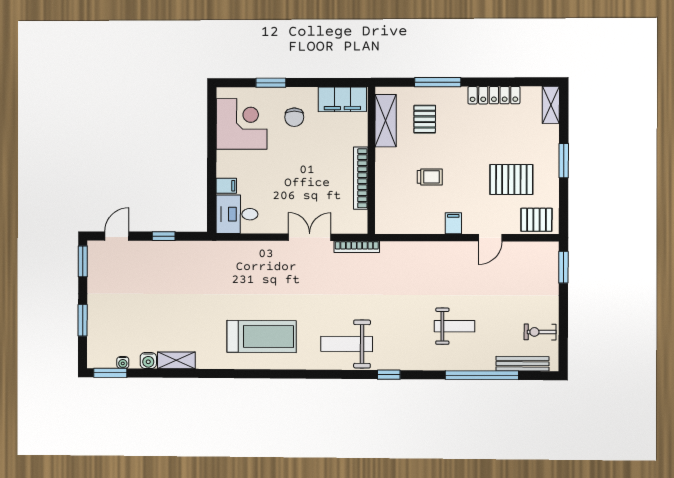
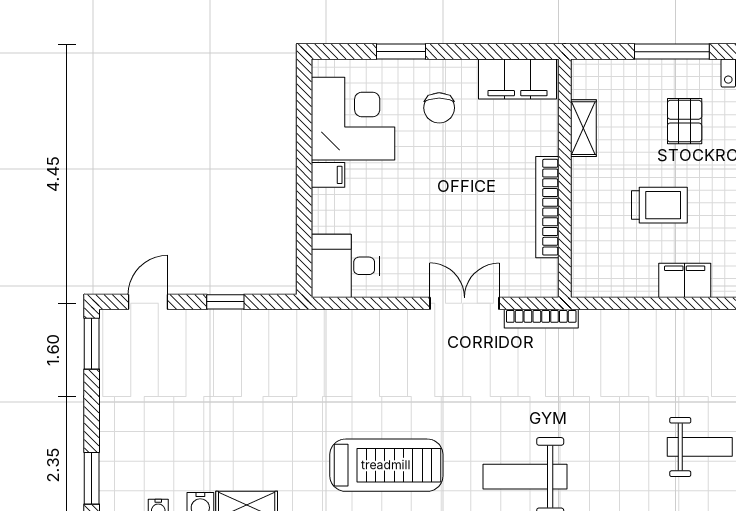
pallet: (425, 119) -> (685, 121), moved
shelving: (386, 121) -> (583, 128), width x0.67, depth x0.75
trolley: (430, 177) -> (659, 205), width x1.36, depth x1.39
filing cabinet: (226, 186) -> (328, 175), moved
filing cabinet: (453, 223) -> (685, 280), width x2.00
window: (83, 320) -> (92, 478), moved

